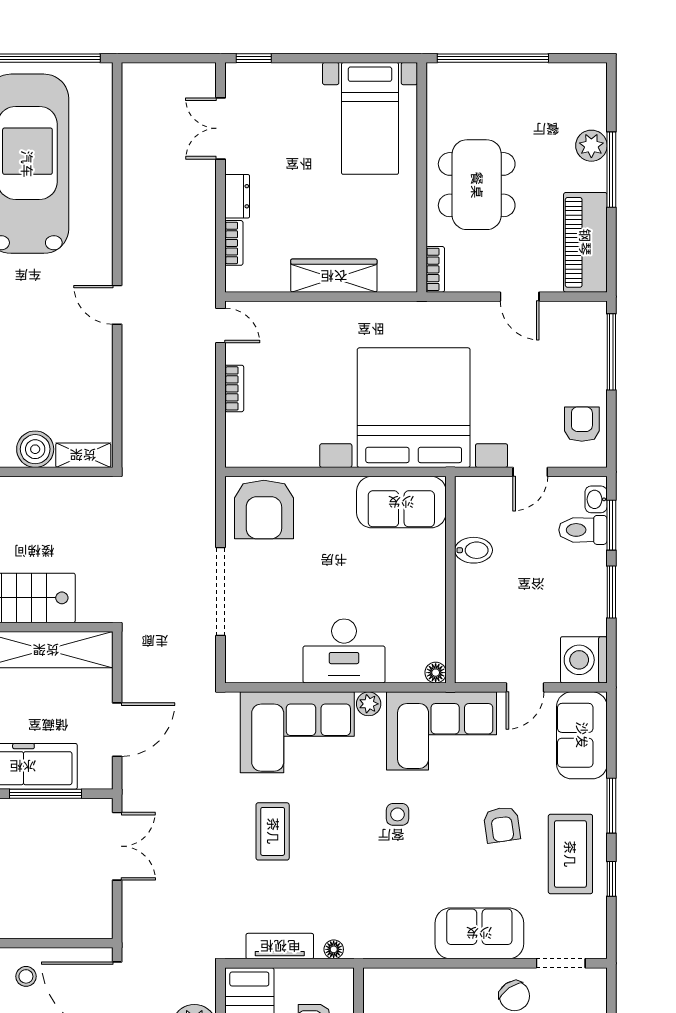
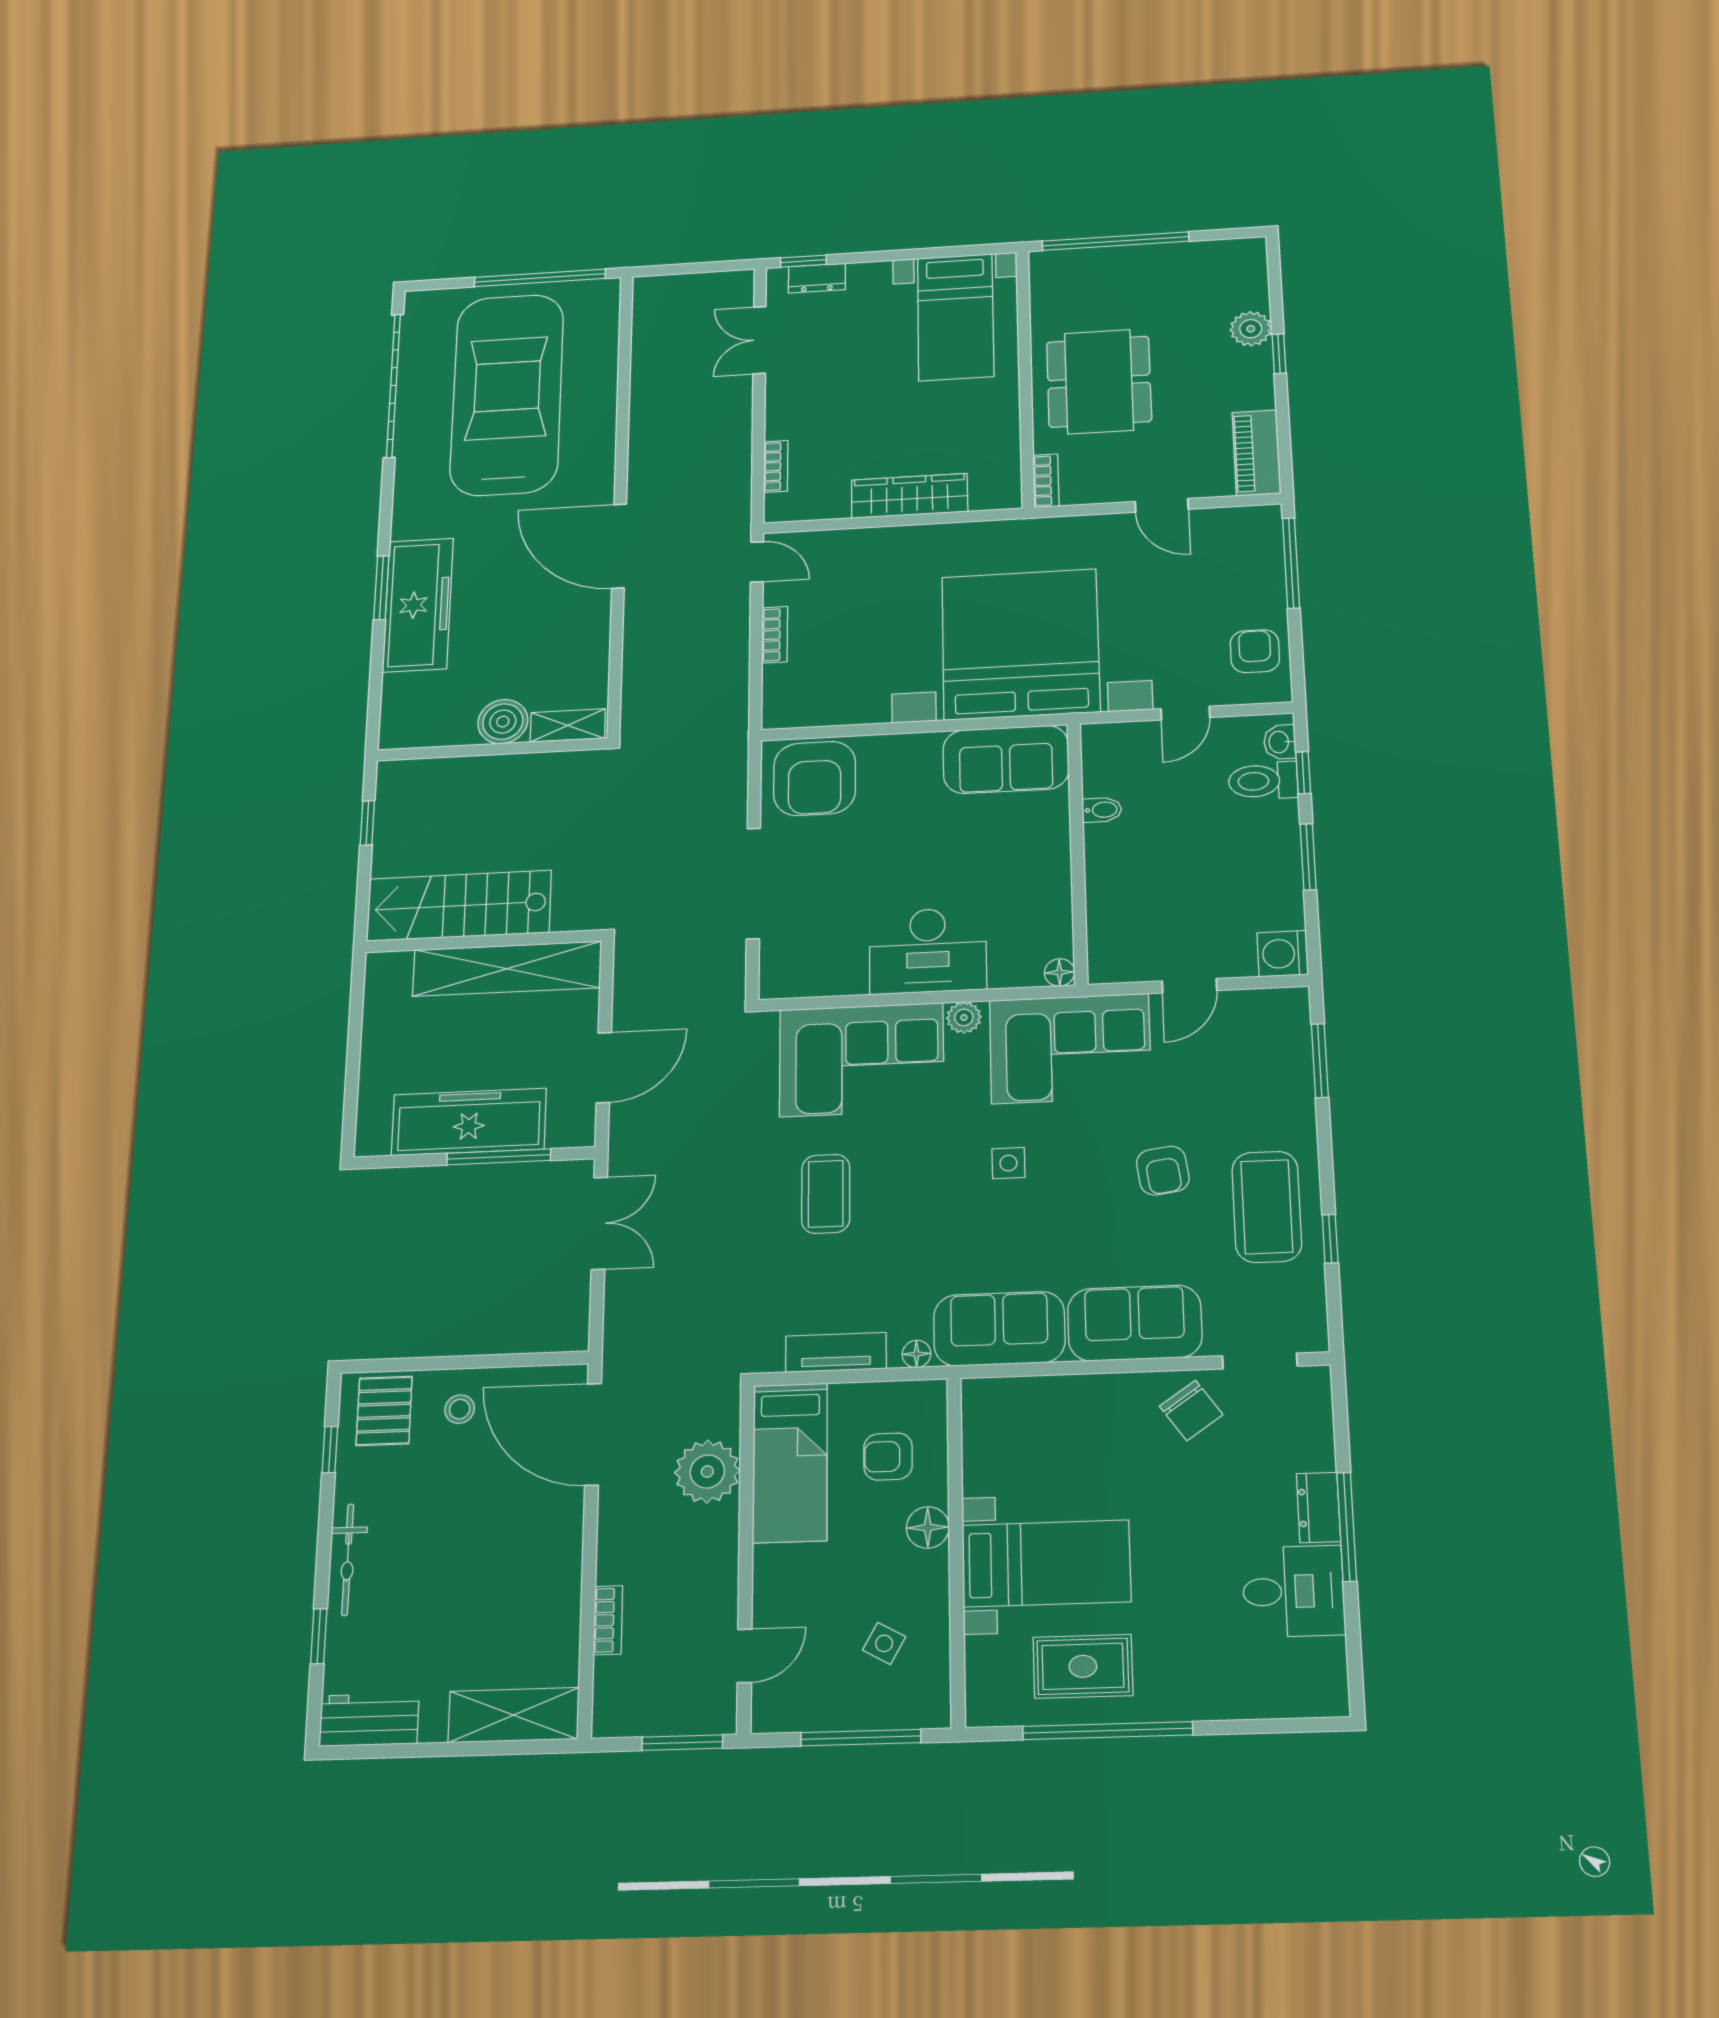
window: (611, 170) -> (1279, 354), width x0.46
dresser: (237, 196) -> (817, 278), moved, turned 90
piano: (585, 242) -> (1256, 453), width x0.73, depth x0.75
door: (117, 305) -> (619, 546), width x1.88
window: (611, 525) -> (1303, 773), width x0.67
bidet: (474, 550) -> (1102, 810), width x0.72, depth x0.74
washing machine: (584, 660) -> (1283, 954), width x0.73, depth x0.73
sofa: (582, 735) -> (999, 1329), moved, turned 90
window: (611, 806) -> (1320, 1061), moved

